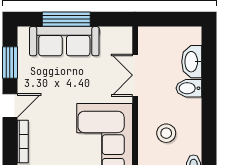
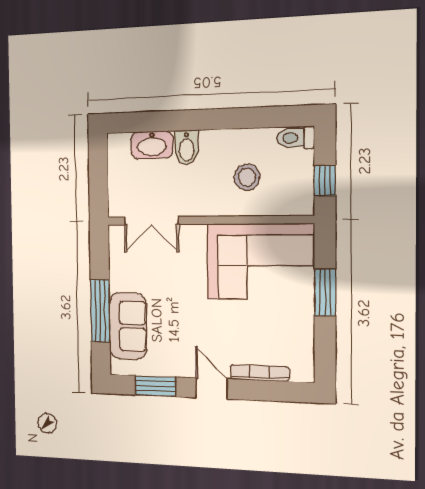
sofa: (64, 41) -> (128, 326), width x0.73
double door: (135, 75) -> (151, 221), moved

